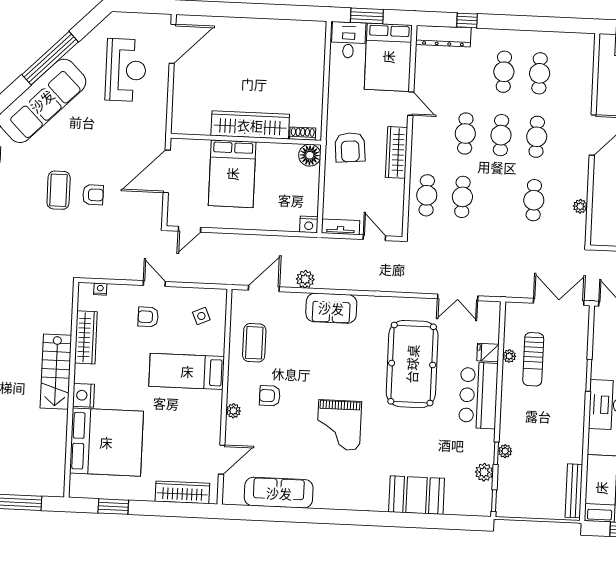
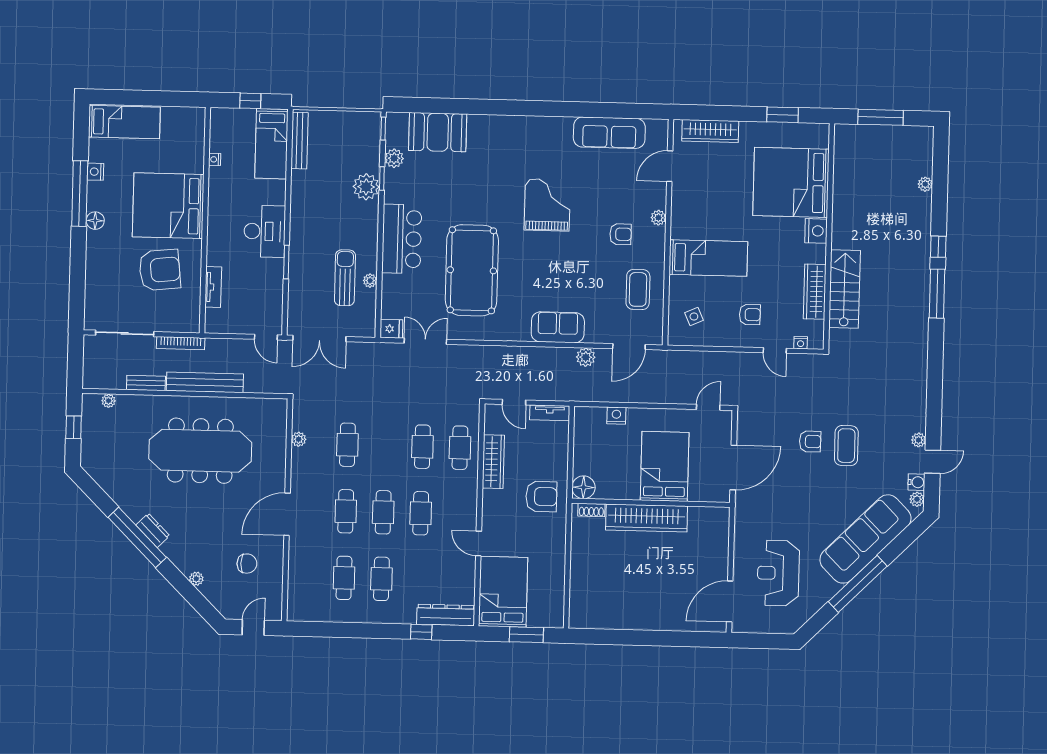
desk: (348, 40) -> (545, 609), removed
armchair: (350, 147) -> (541, 497), turned 95
wardrobe: (397, 152) -> (493, 462), moved
armchair: (93, 195) -> (810, 441), turned 180
nightstand: (309, 224) -> (616, 416), moved
door: (154, 284) -> (775, 350), moved
fridge: (488, 352) -> (391, 329), moved
stairs: (56, 372) -> (845, 289), moved
plant: (505, 451) -> (366, 187), width x1.88, depth x1.88
booth: (417, 495) -> (438, 132), moved

